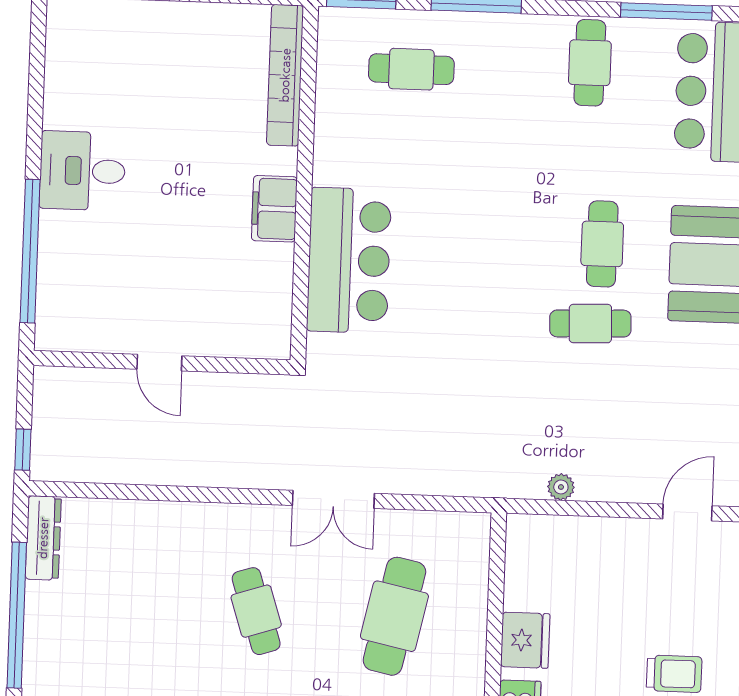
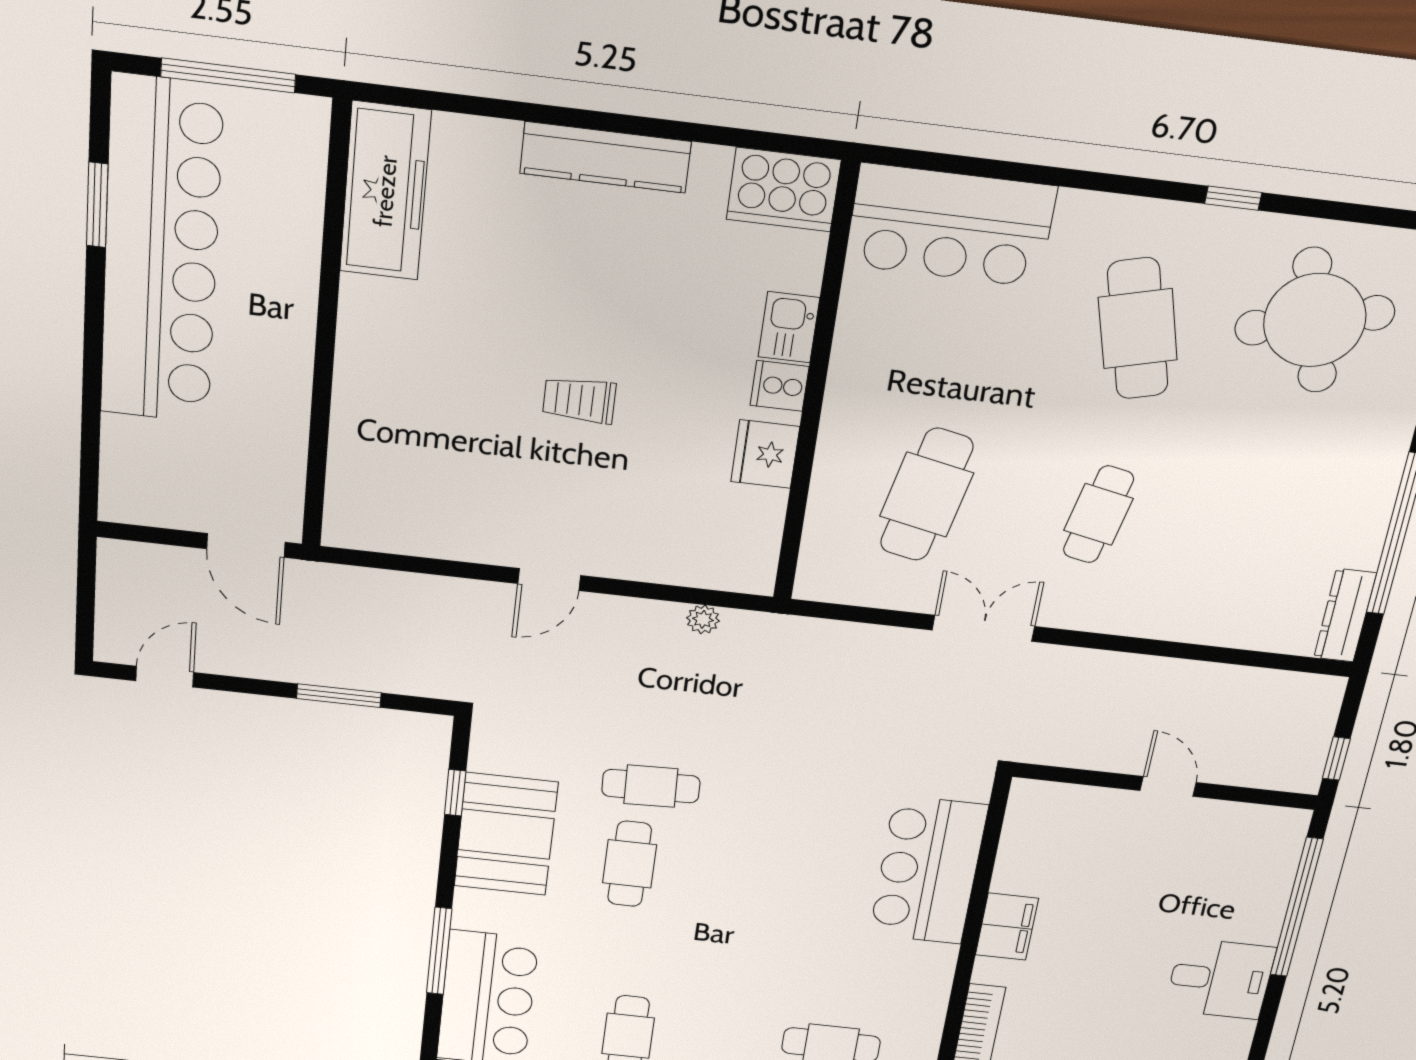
window: (23, 450) -> (1336, 759), moved
cafe table: (256, 611) -> (1098, 514), turned 30

